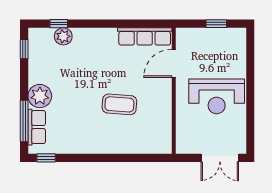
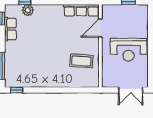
plant: (40, 96) -> (12, 49), removed
coffee table: (119, 104) -> (81, 61), moved
row of seats: (37, 127) -> (10, 29), moved

